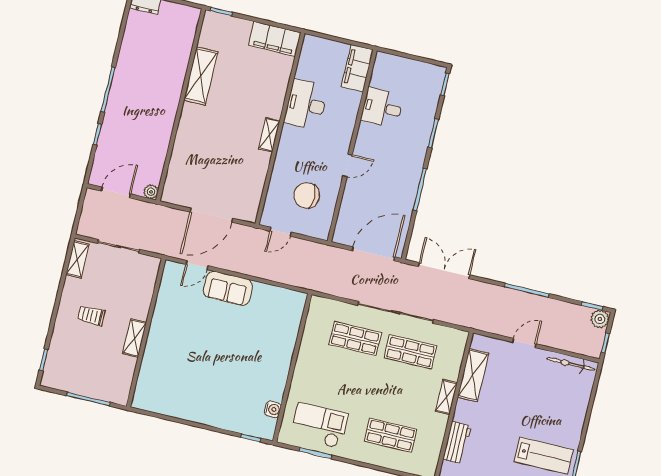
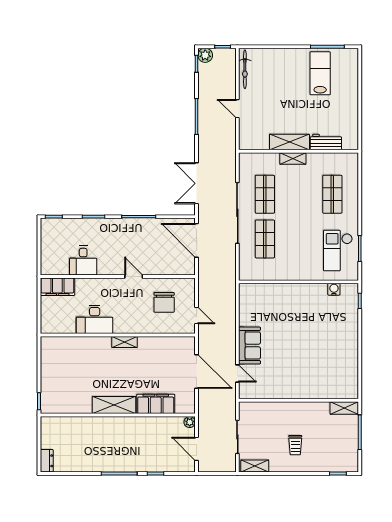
filing cabinet: (275, 39) -> (156, 404), moved, turned -90
shelving: (201, 76) -> (114, 405), moved
shelving: (135, 338) -> (344, 408), moved
shelving: (473, 375) -> (290, 142), moved

